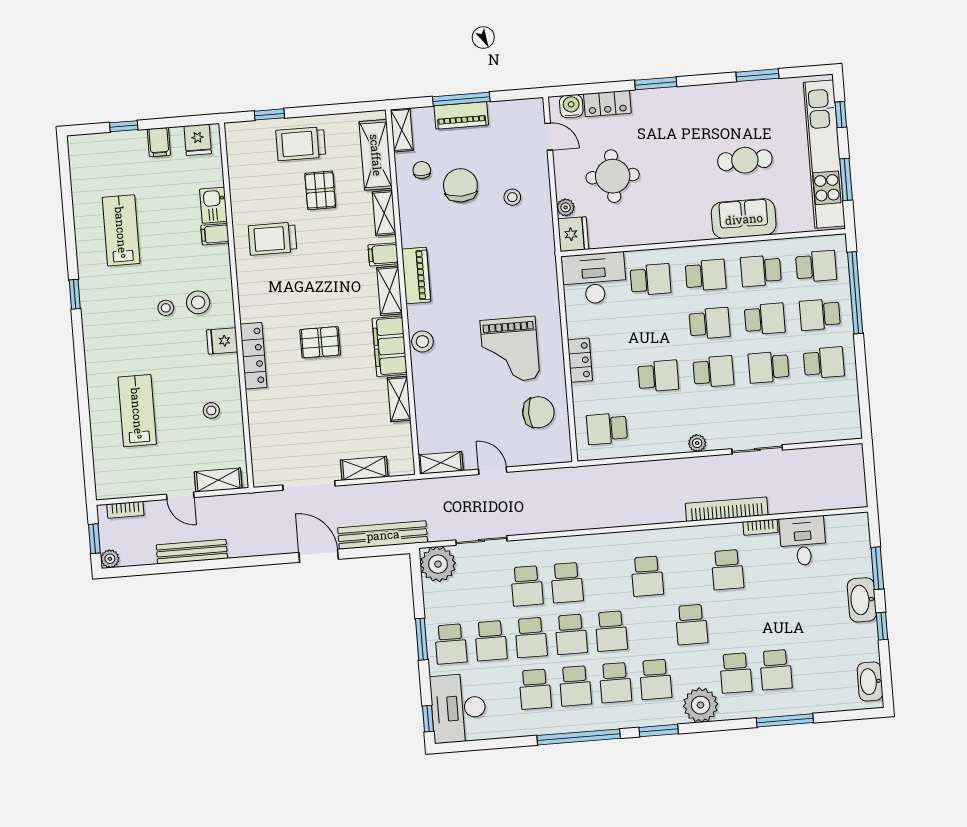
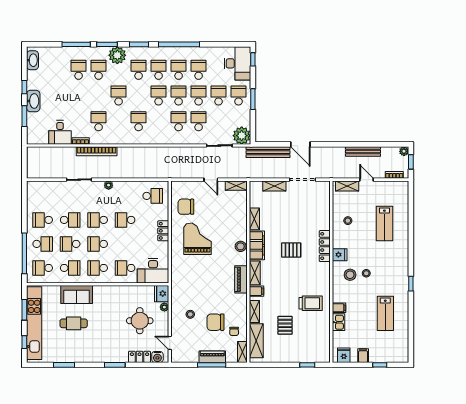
trolley: (301, 144) -> (293, 349), removed
chair: (460, 185) -> (215, 322), turned 90
window: (723, 725) -> (107, 44), added

